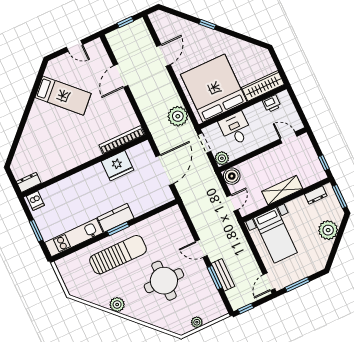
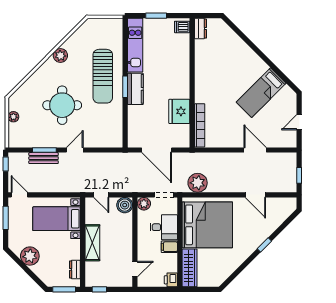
printer: (272, 104) -> (171, 280), moved
filing cabinet: (252, 115) -> (169, 247), added
plant: (328, 230) -> (30, 256), moved

